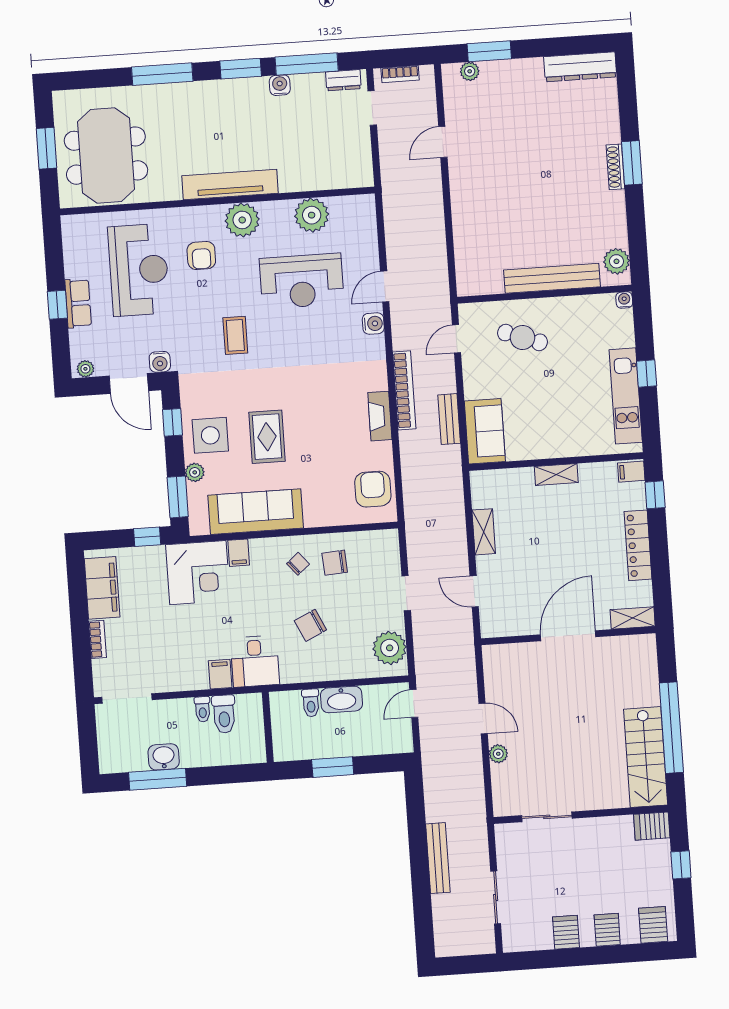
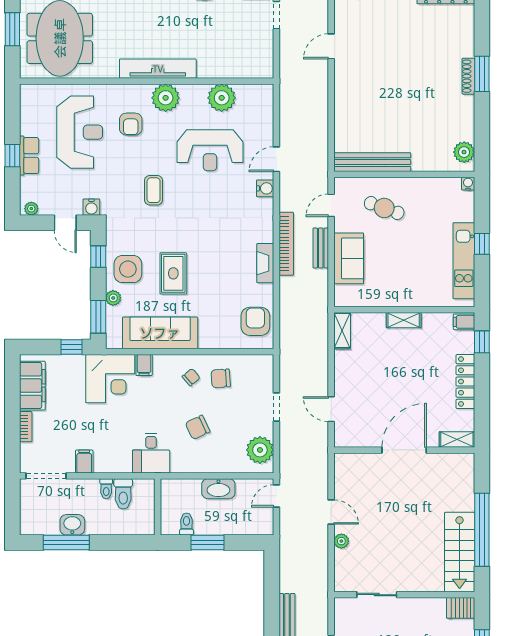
bench: (552, 278) -> (372, 162), moved
door: (129, 383) -> (65, 223), width x0.73
bench: (449, 419) -> (321, 248), moved
sofa: (485, 431) -> (349, 258), moved
shelving: (484, 532) -> (342, 331), moved
filing cabinet: (220, 674) -> (84, 462), moved
toilet: (311, 703) -> (187, 524), moved, turned 180

